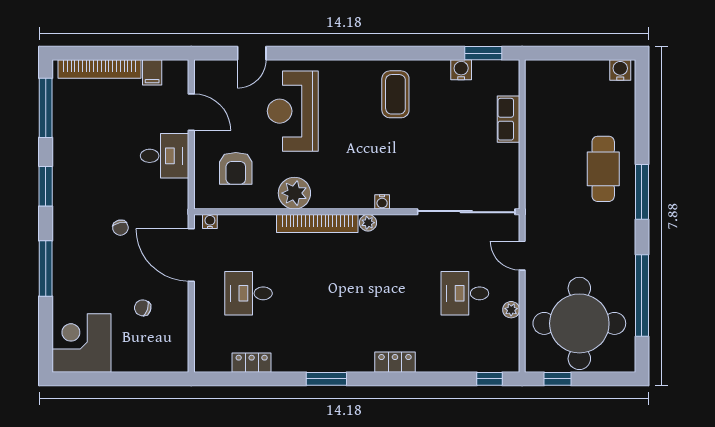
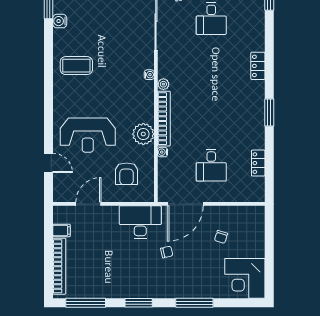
desk: (165, 156) -> (140, 222), moved, width x1.37
armchair: (236, 168) -> (127, 174), turned 90
water cooler: (210, 221) -> (163, 152), moved

